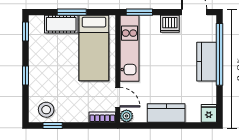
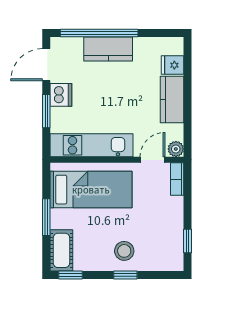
window: (139, 12) -> (46, 111), moved
cot: (61, 24) -> (61, 250), moved
stool: (46, 110) -> (124, 251), moved
fridge: (209, 113) -> (173, 65), moved

